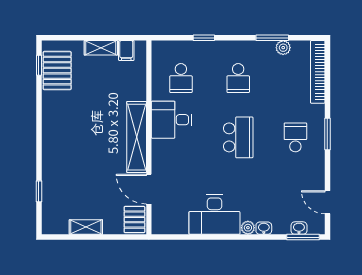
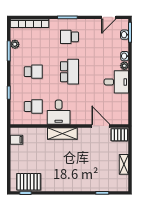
shelving: (101, 48) -> (15, 155), removed
shelving: (137, 137) -> (62, 133), width x0.68
school desk: (238, 137) -> (69, 72), turned 90
door: (149, 189) -> (101, 126), swing flipped
desk: (214, 215) -> (116, 82), width x0.73

